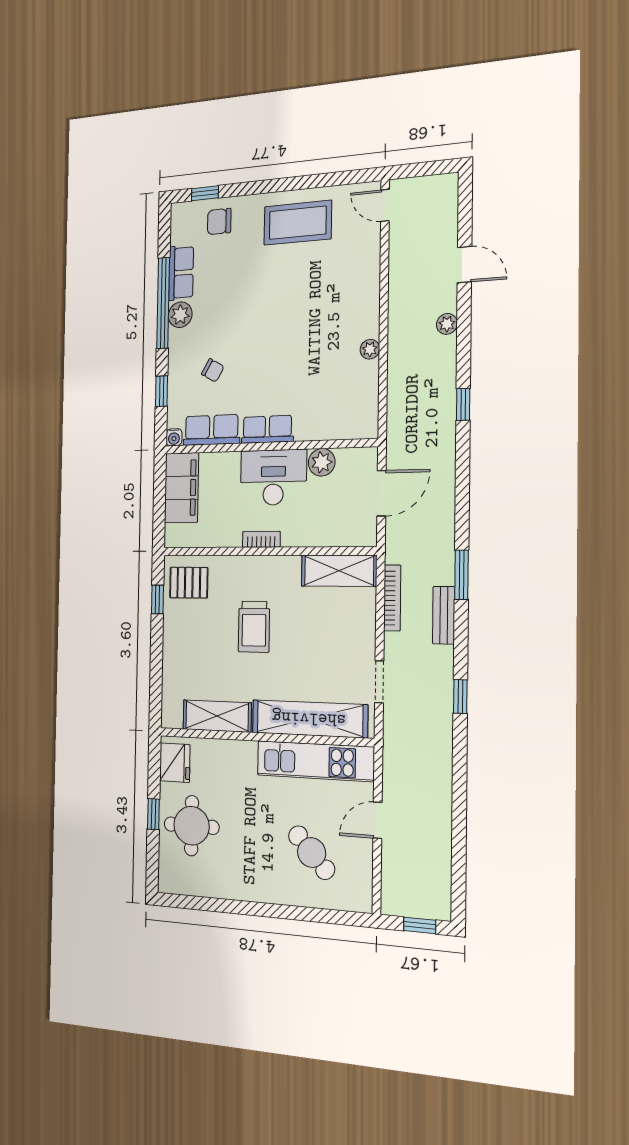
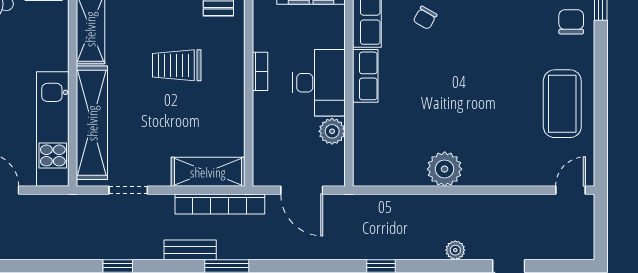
plant: (370, 349) -> (445, 169), width x1.88, depth x1.88
shelving: (339, 571) -> (208, 172), moved, turned 90
bookcase: (392, 598) -> (220, 204), width x1.48, depth x1.31

